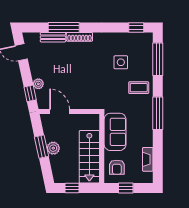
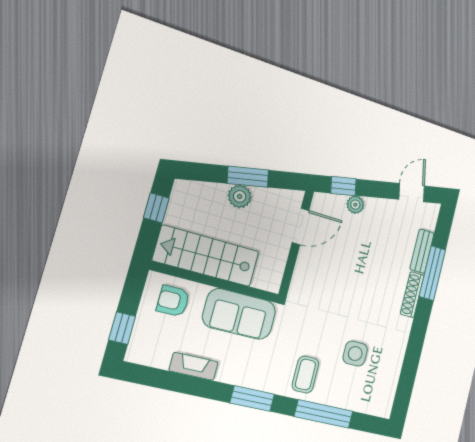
window: (136, 28) -> (404, 393), removed
window: (158, 59) -> (324, 414), moved
window: (158, 113) -> (252, 398), width x0.69
fireplace: (148, 159) -> (194, 366), moved
window: (126, 188) -> (122, 328), moved

